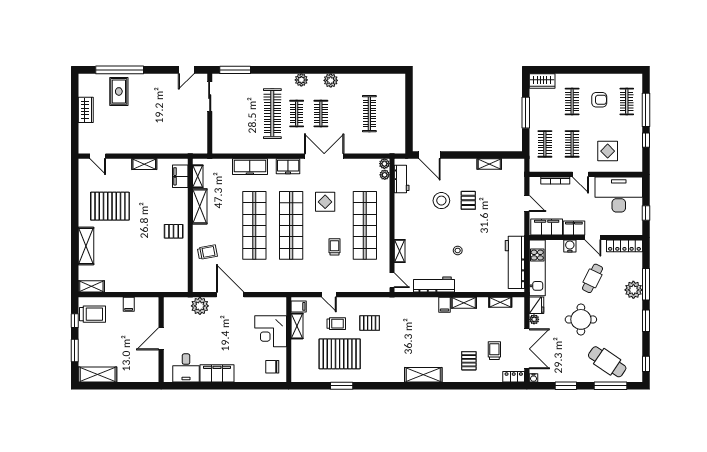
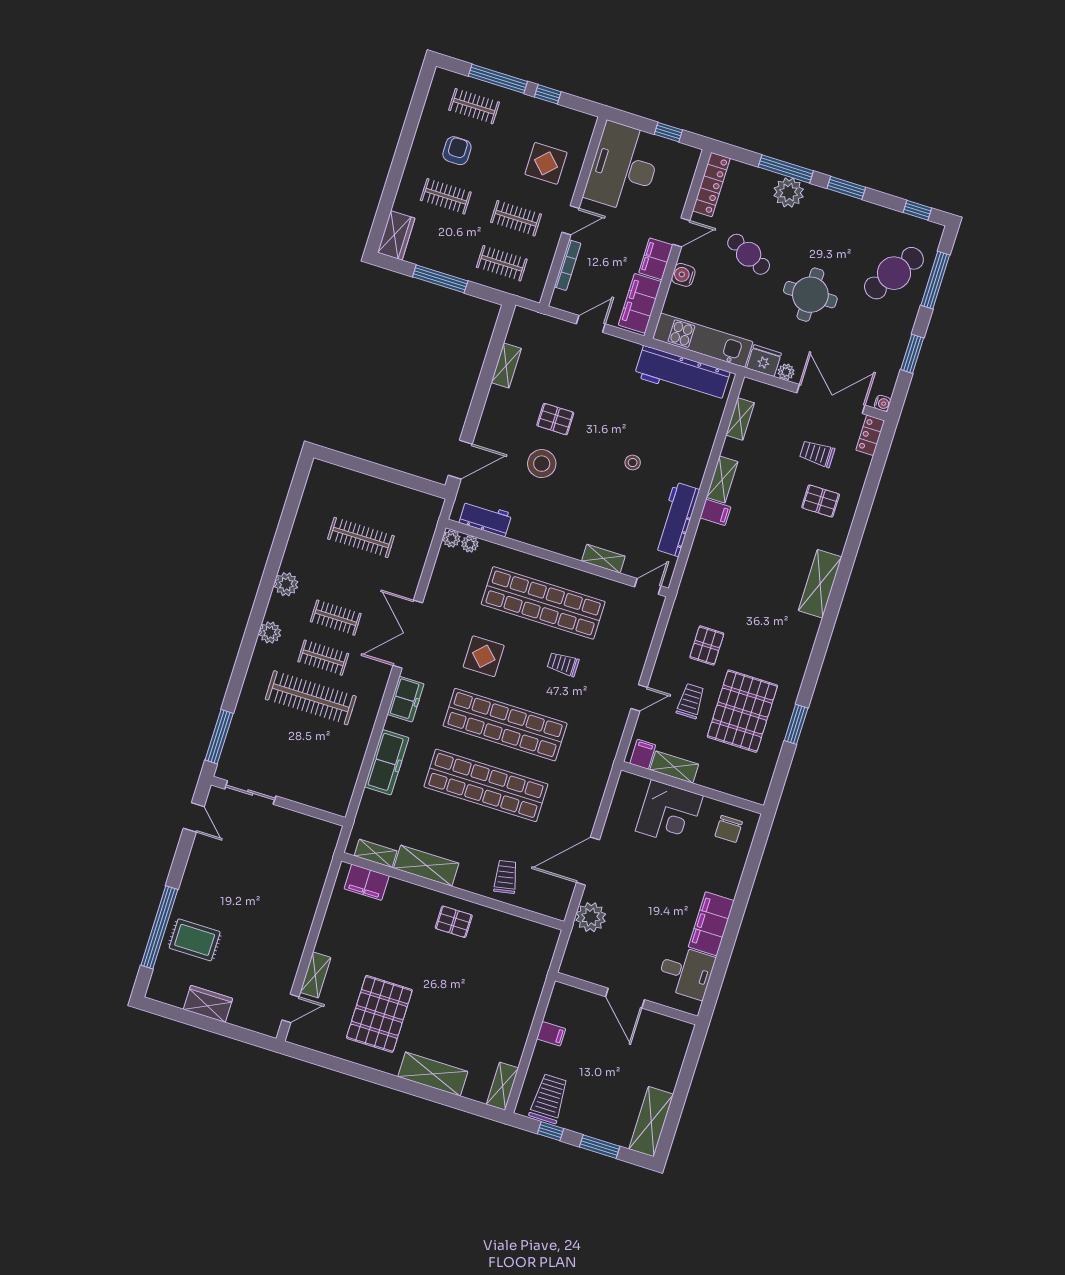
shelving: (144, 164) -> (315, 975), moved
pallet: (174, 231) -> (454, 922), turned 90

